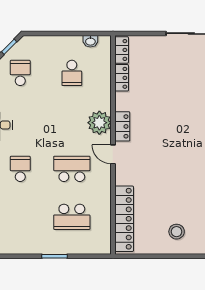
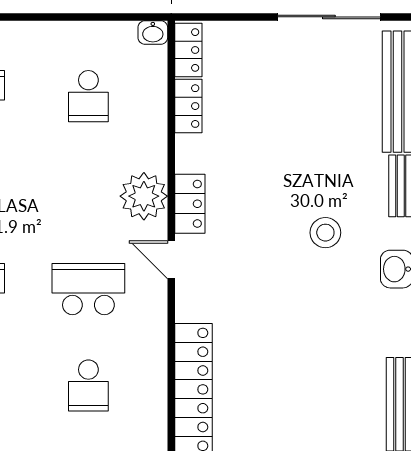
washbasin: (90, 41) -> (153, 32), moved
school desk: (72, 217) -> (88, 385), width x0.54
stool: (177, 232) -> (325, 233), moved

